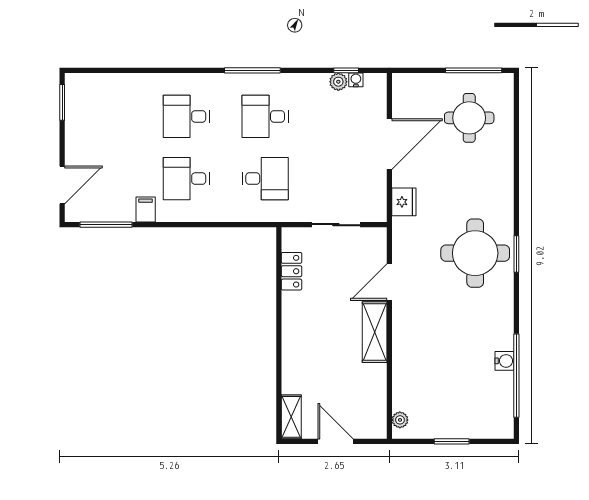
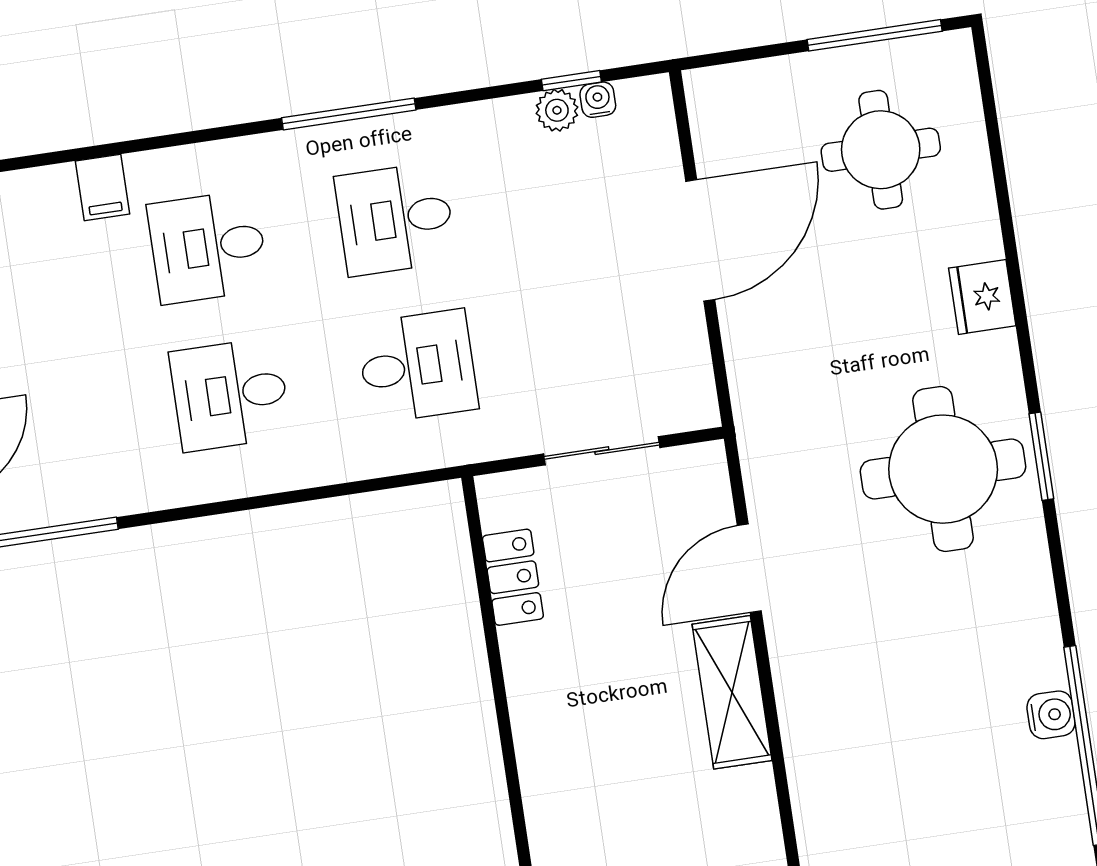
fridge: (404, 202) -> (982, 297), moved, turned 180
filing cabinet: (146, 209) -> (102, 188), moved, turned 180

